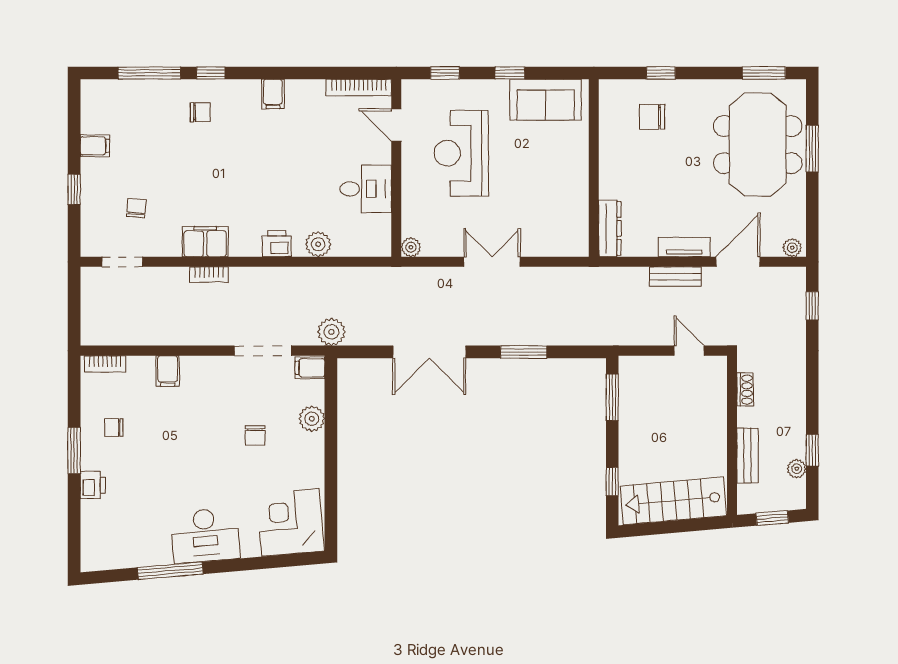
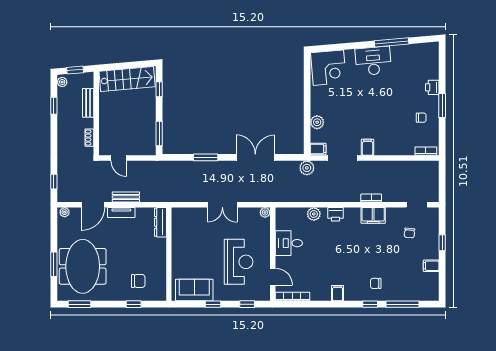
filing cabinet: (168, 371) -> (367, 147), moved
chair: (255, 436) -> (347, 113), removed
plant: (797, 469) -> (62, 82), moved

